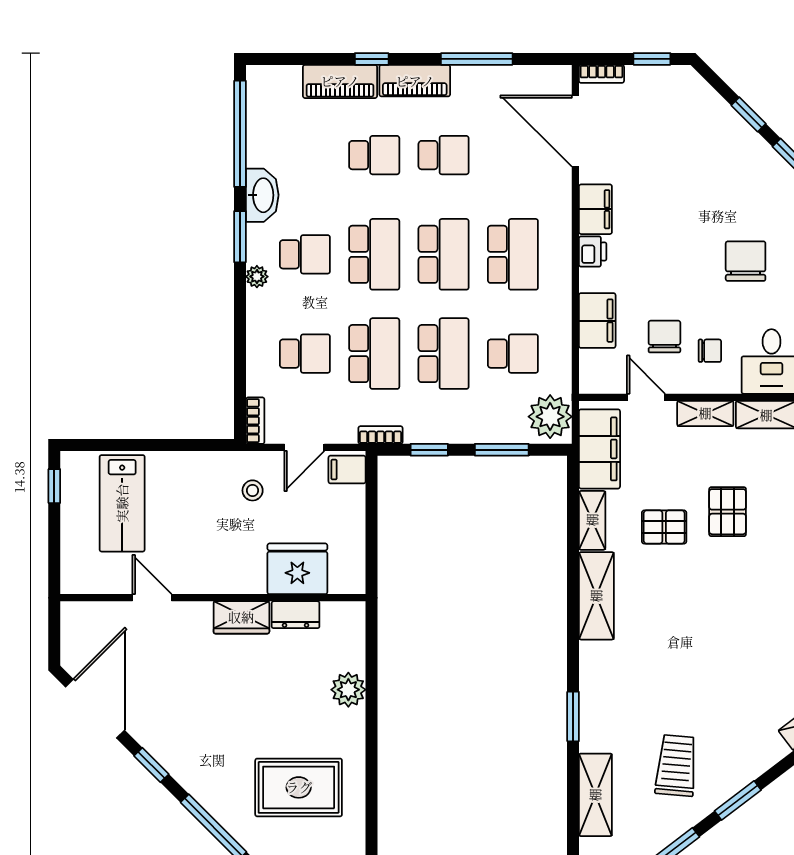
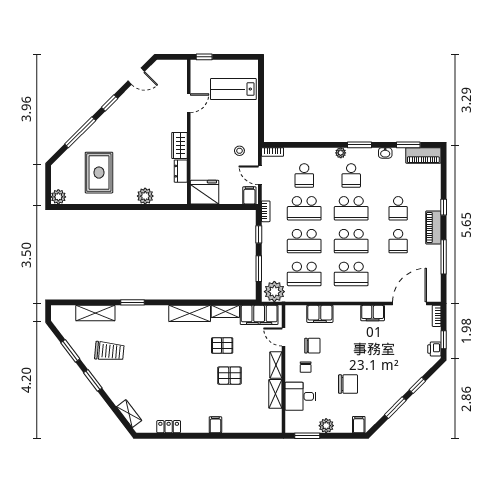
piano: (340, 81) -> (423, 155), moved, turned -90
window: (240, 134) -> (408, 145), width x0.47
washbasin: (262, 195) -> (385, 153), width x0.52, depth x0.69
printer: (593, 251) -> (434, 349), moved, turned 90
school desk: (513, 354) -> (304, 274), width x1.85
door: (646, 397) -> (284, 337), swing flipped
window: (54, 486) -> (204, 57), moved
pallet: (664, 527) -> (222, 346), turned 90
fridge: (297, 569) -> (205, 192), moved, turned -90
door: (95, 709) -> (136, 76), width x0.53

